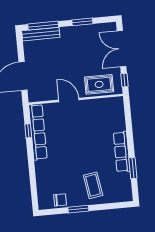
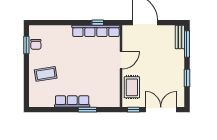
bench: (41, 34) -> (180, 37), width x0.73
window: (133, 168) -> (87, 110), moved
window: (78, 209) -> (26, 45), moved

